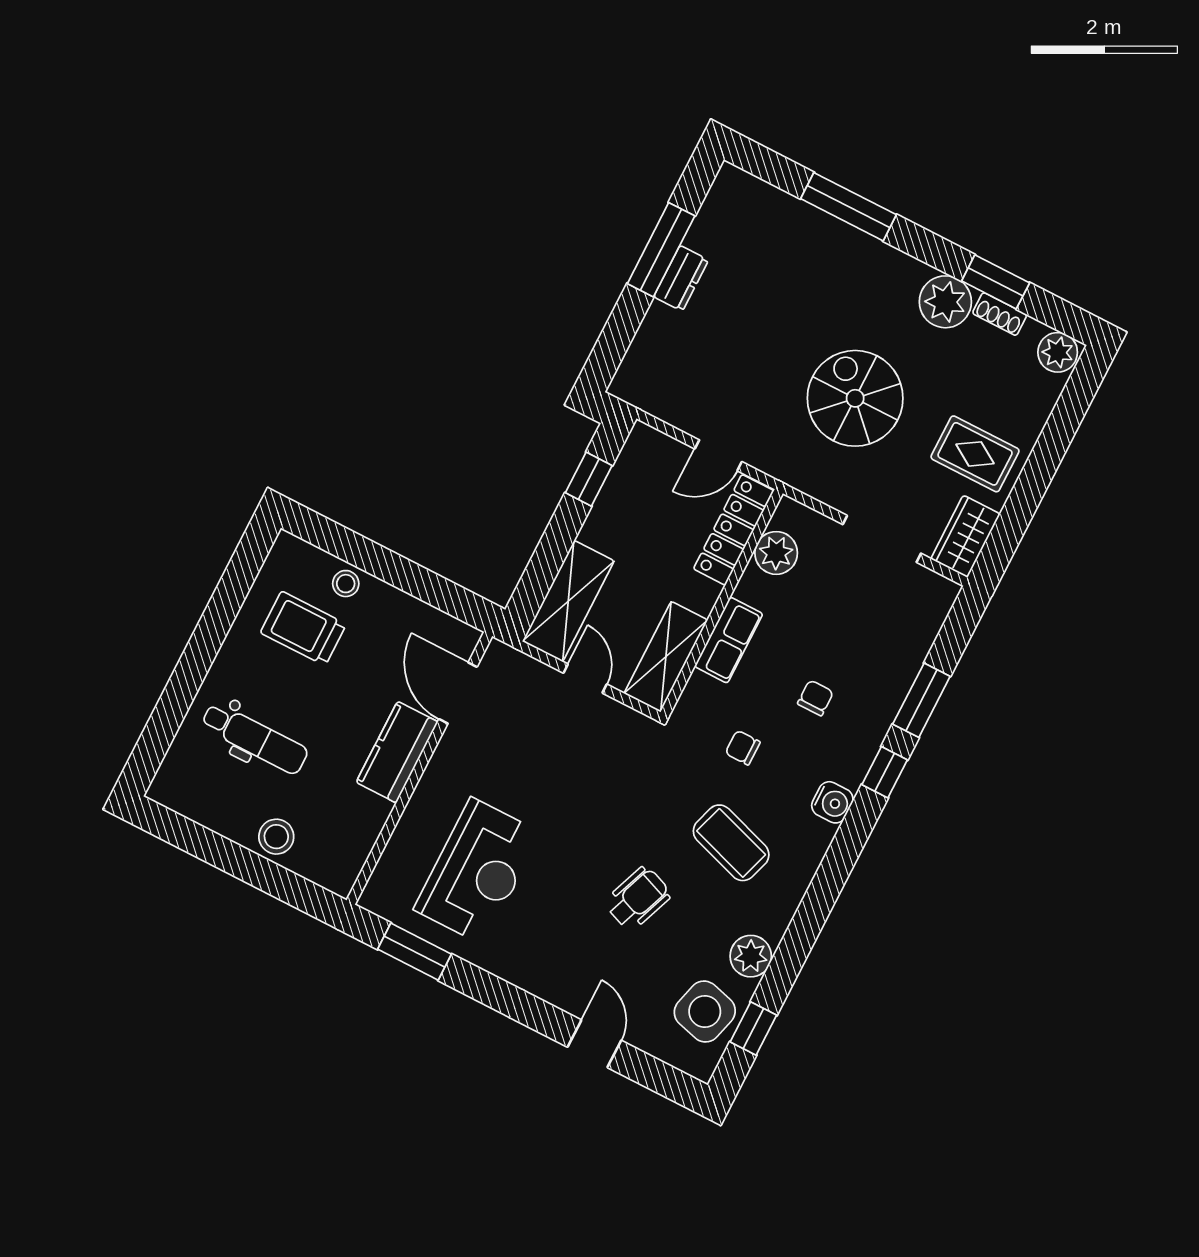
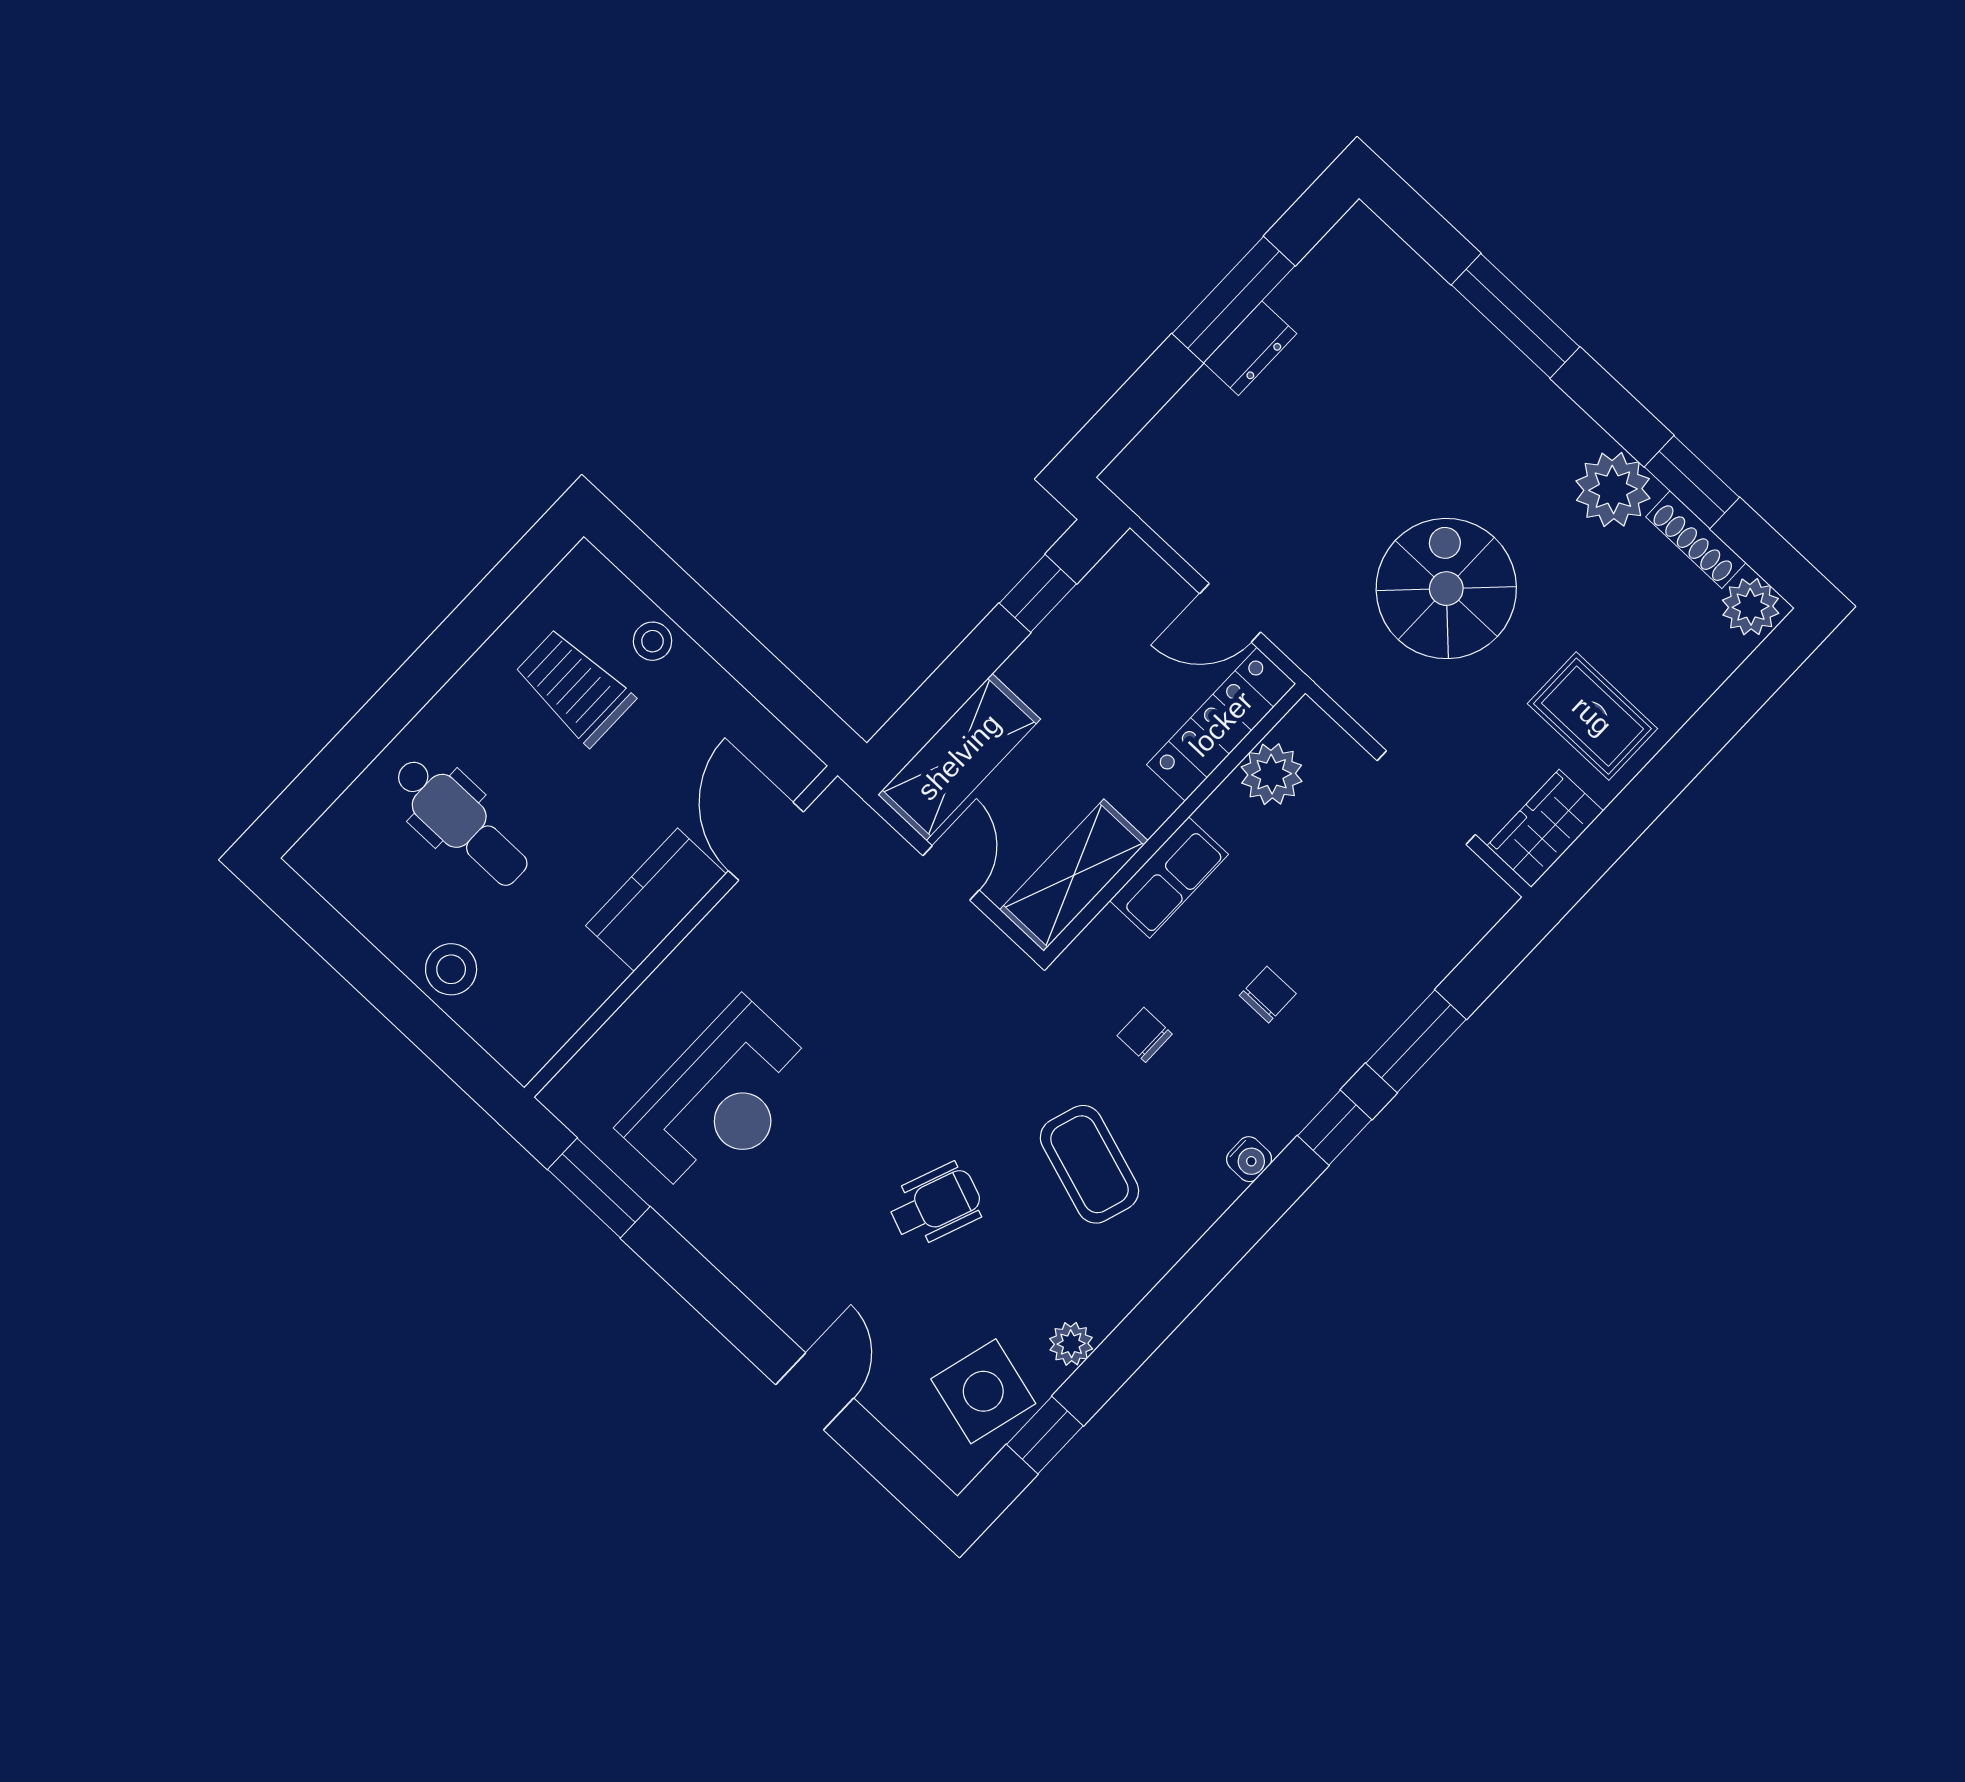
shoe rack: (1000, 314) -> (1696, 540), width x1.43
water cooler: (832, 802) -> (1249, 1159), width x0.72, depth x0.72
plant: (751, 956) -> (1071, 1344), width x0.73, depth x0.73

